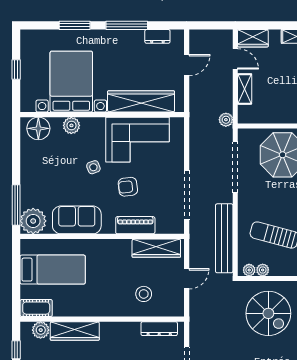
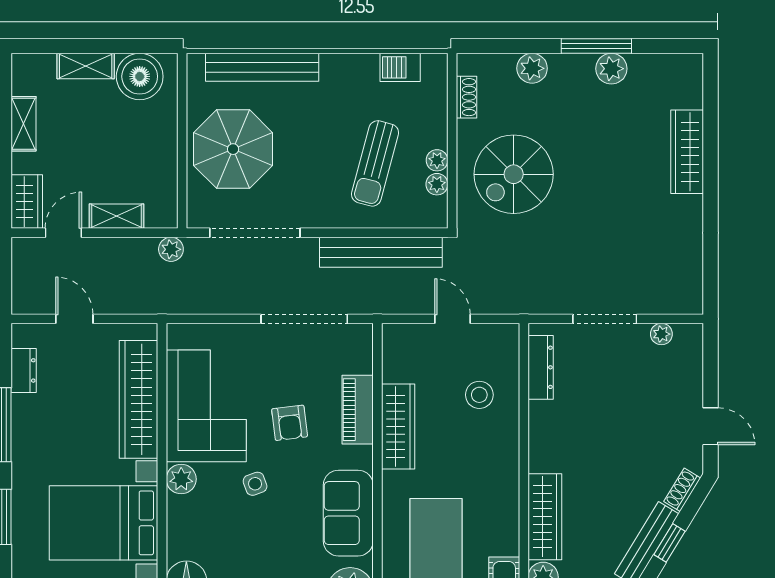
plant: (71, 125) -> (181, 479), moved
wardrobe: (156, 248) -> (398, 426), moved
plant: (249, 270) -> (437, 160), moved
spiral stairs: (268, 313) -> (514, 174), turned 180

